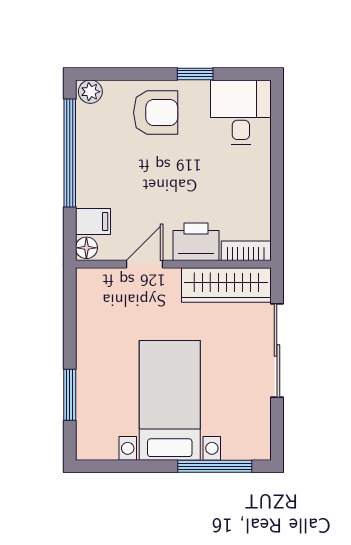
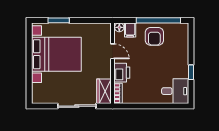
plant: (90, 92) -> (184, 29), removed
armchair: (156, 113) -> (154, 36), moved
wardrobe: (226, 285) -> (104, 91), width x0.67
bed with nightstands: (170, 400) -> (56, 54), width x1.36
window: (215, 466) -> (29, 80), removed

